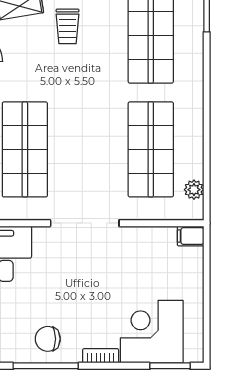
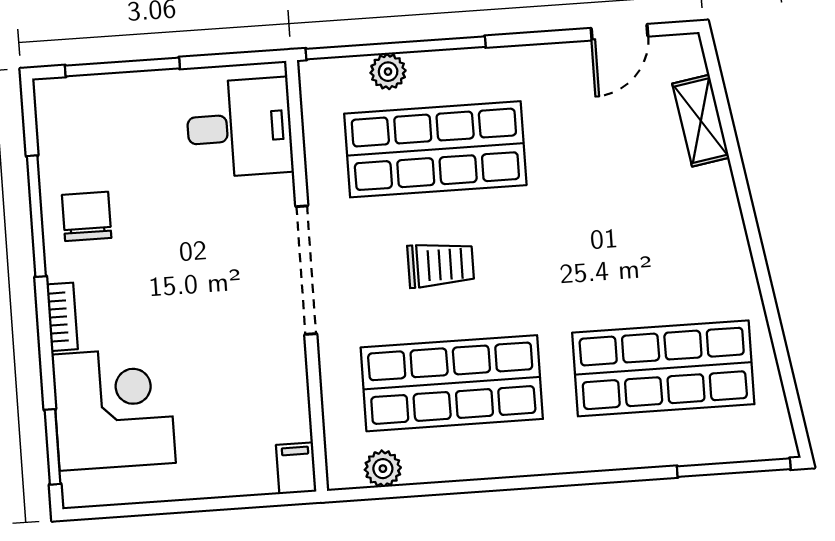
trolley: (67, 26) -> (441, 265), moved, turned 180

